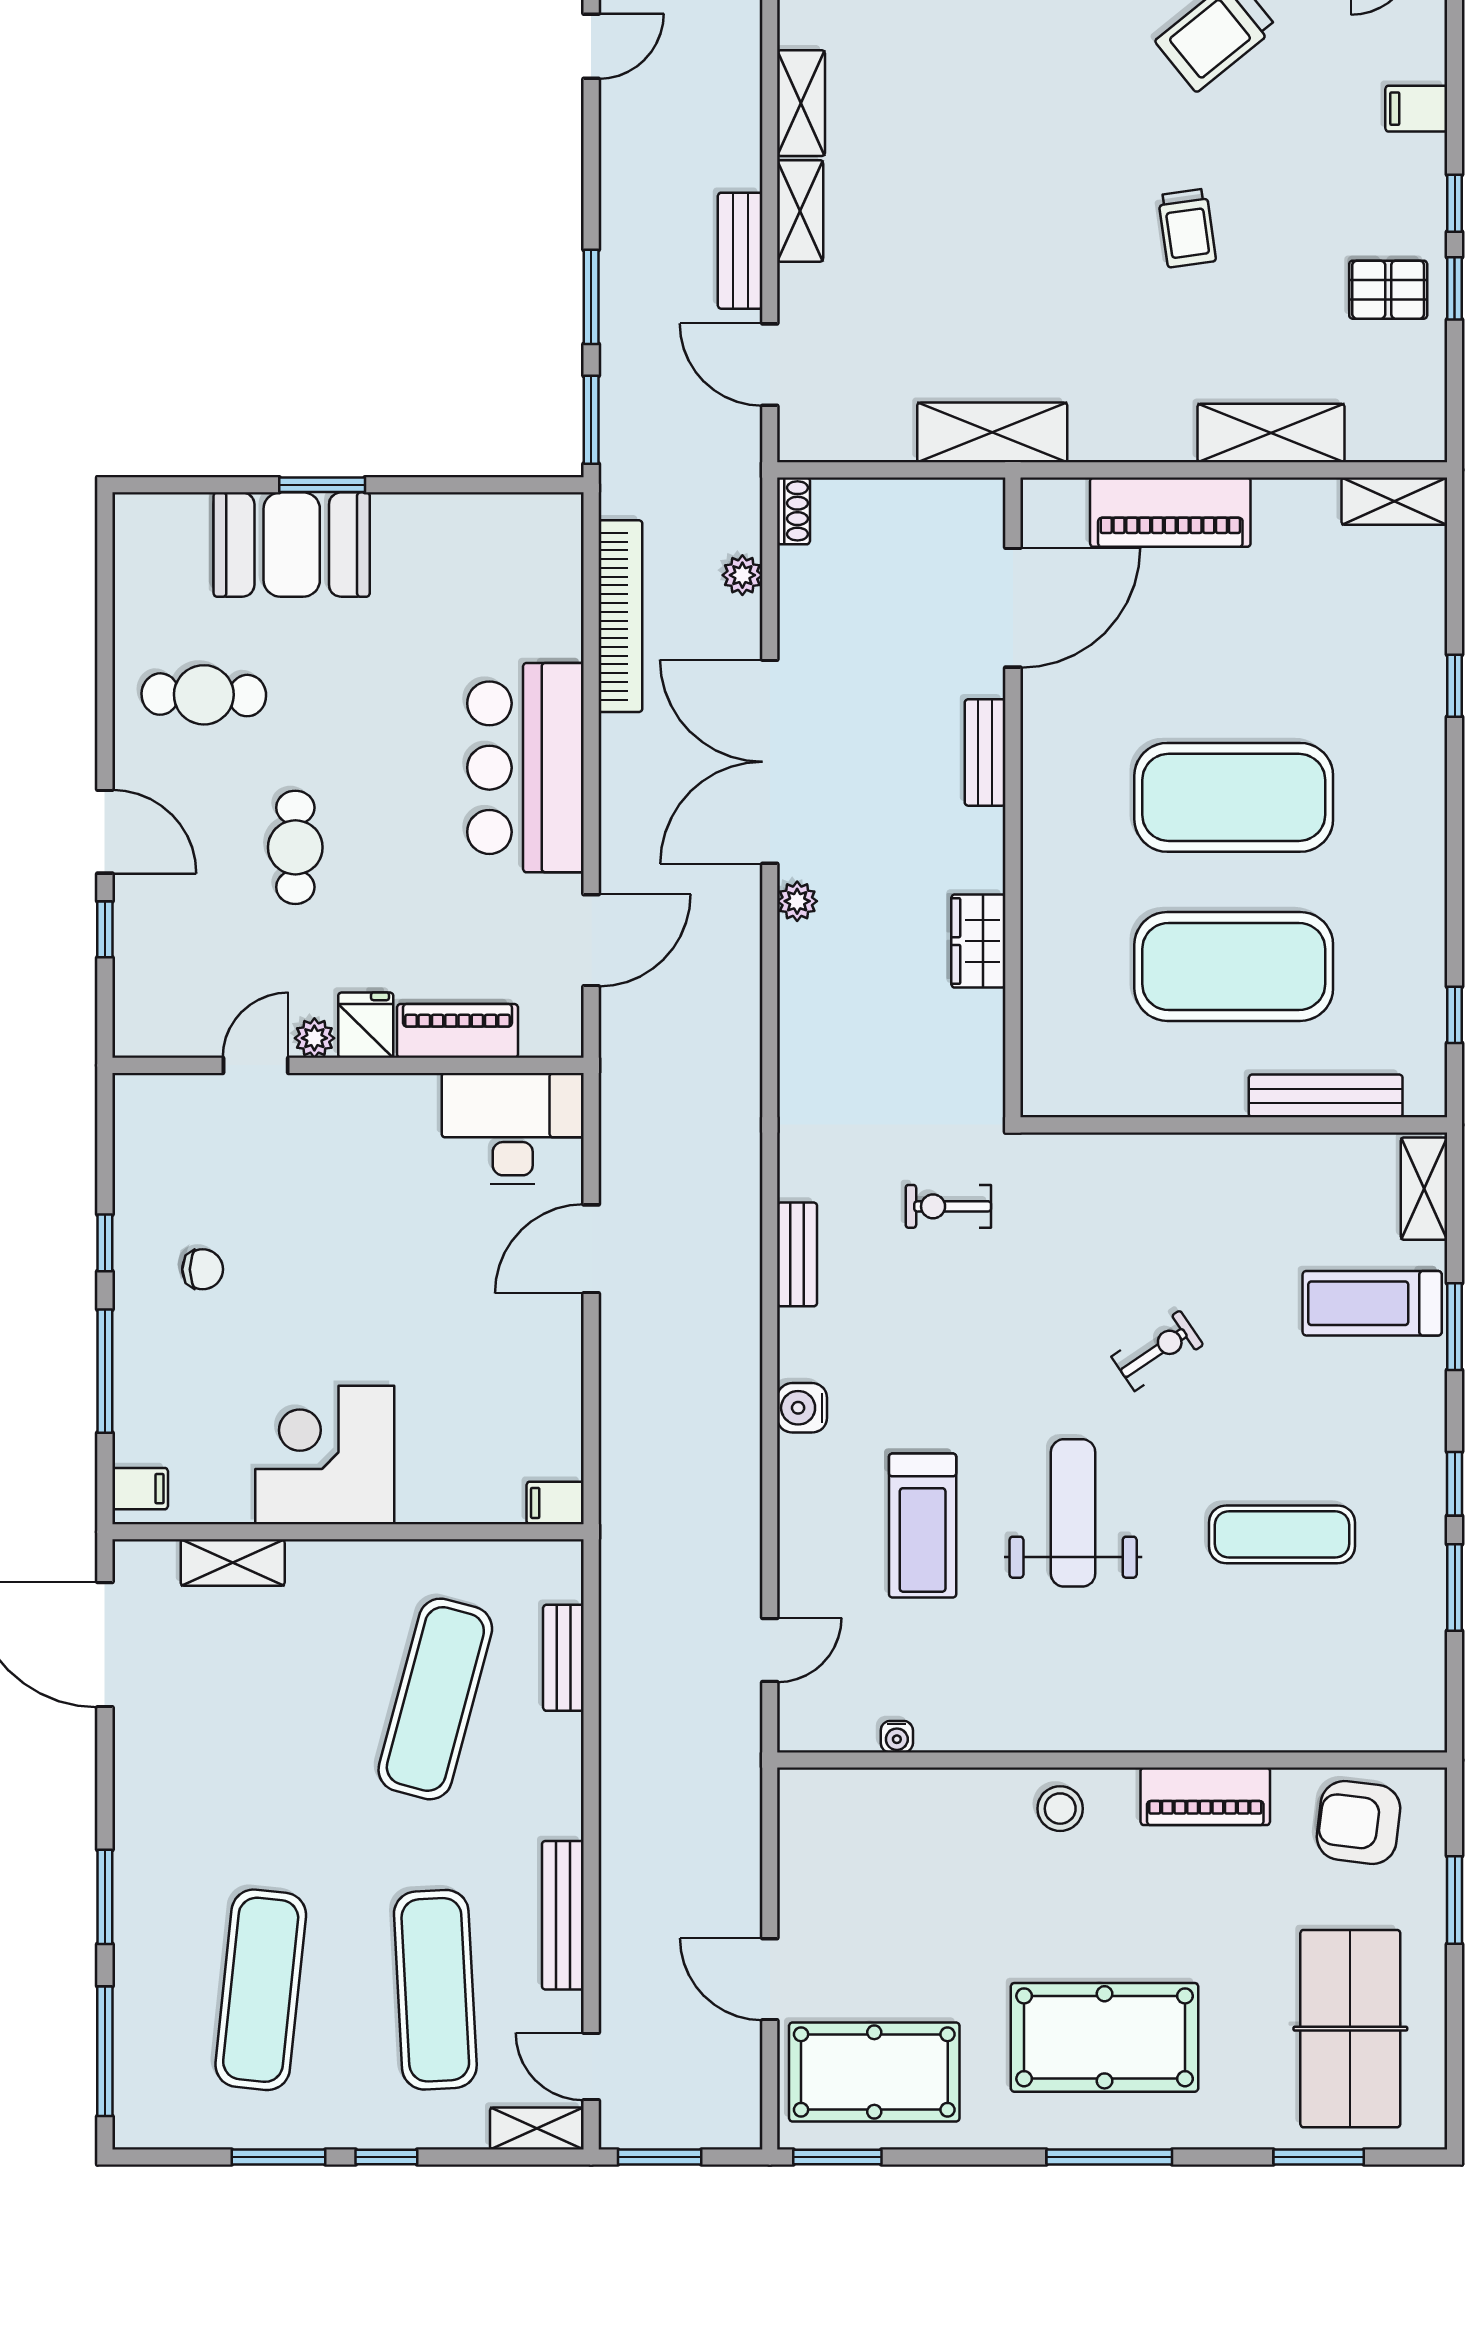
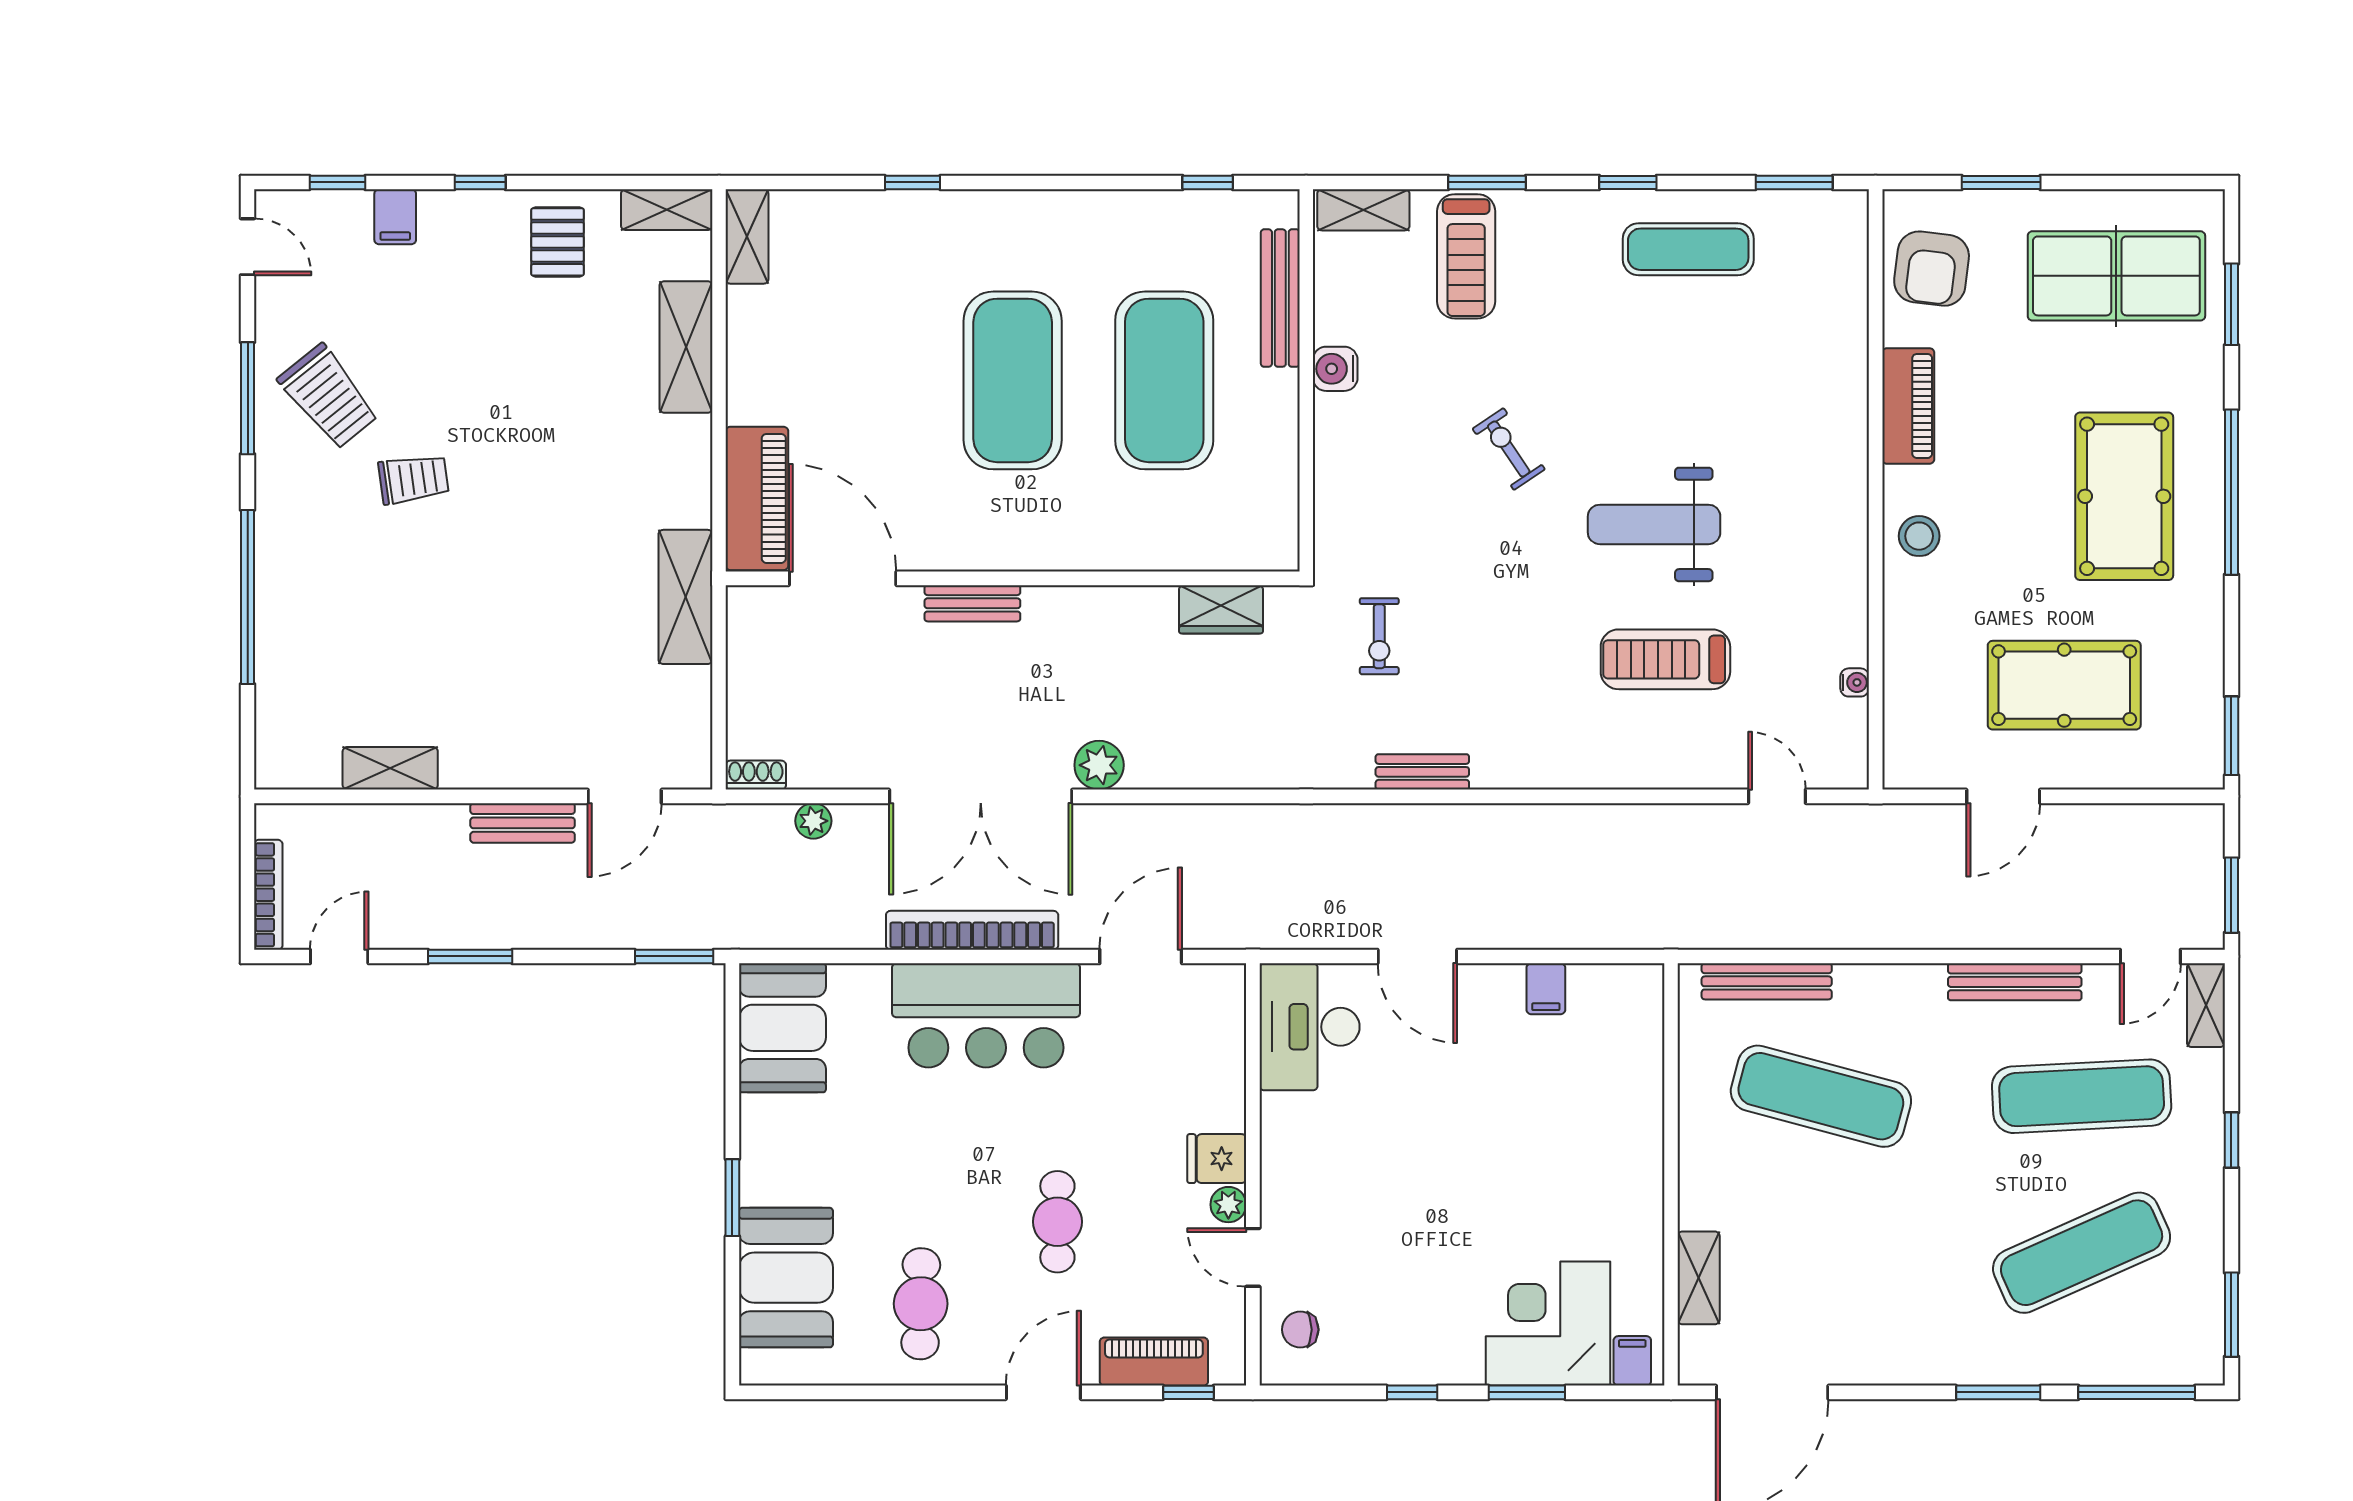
door: (591, 46) -> (339, 956), hinge flipped
shelving: (800, 211) -> (667, 210), moved
trolley: (1187, 228) -> (413, 479), moved
window: (1455, 288) -> (337, 182), moved
window: (591, 297) -> (470, 956), moved
piano: (1170, 512) -> (757, 498), moved
booth: (512, 541) -> (782, 1028), added
booth: (292, 545) -> (786, 1278), moved
bookcase: (620, 616) -> (972, 930), moved
cafe table: (295, 847) -> (1057, 1222), turned 90
plant: (797, 901) -> (1099, 765), width x1.38, depth x1.38
window: (105, 929) -> (1188, 1392), moved
door: (591, 940) -> (1141, 956), hinge flipped
wardrobe: (978, 941) -> (1221, 609), moved
piano: (457, 1031) -> (1154, 1362), moved, turned 90
chair: (203, 1269) -> (1300, 1330), moved, turned -90
window: (105, 1371) -> (1527, 1392), width x0.69
water cooler: (802, 1408) -> (1335, 369), moved, turned 90
corner desk: (325, 1455) -> (1548, 1324), moved, turned 90
filing cabinet: (555, 1503) -> (1546, 989), moved
treadmill: (923, 1526) -> (1665, 659), turned 180
exercise mat: (1282, 1534) -> (1688, 249), moved, turned 90
window: (1455, 1588) -> (1794, 182), moved
bench: (563, 1658) -> (1767, 981), width x1.36
door: (770, 1979) -> (2003, 796), moved
exercise mat: (261, 1990) -> (2082, 1253), turned -30
pool table: (874, 2072) -> (2064, 685), moved, turned 90
window: (278, 2157) -> (2231, 1315), moved
window: (1109, 2157) -> (2231, 492), width x1.46

